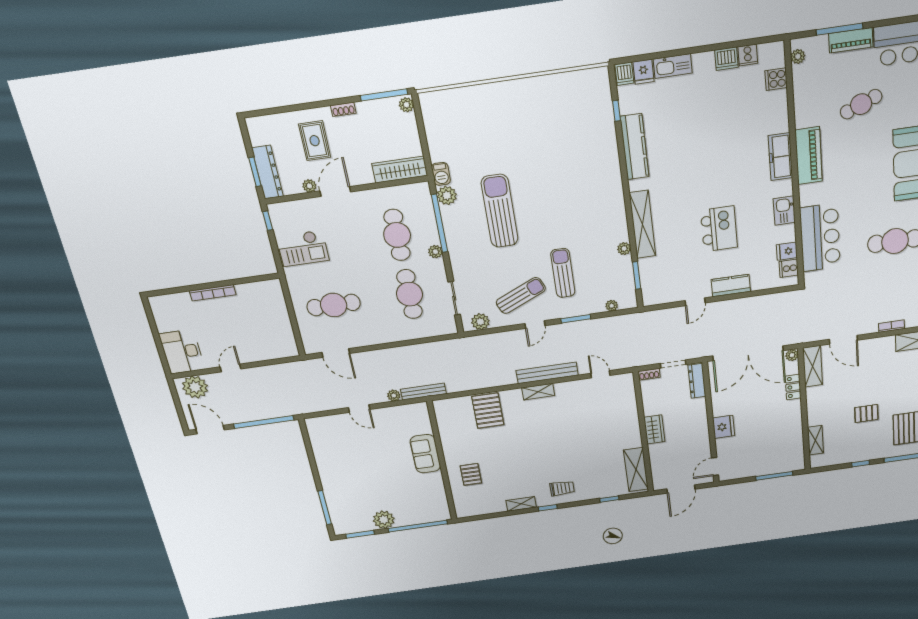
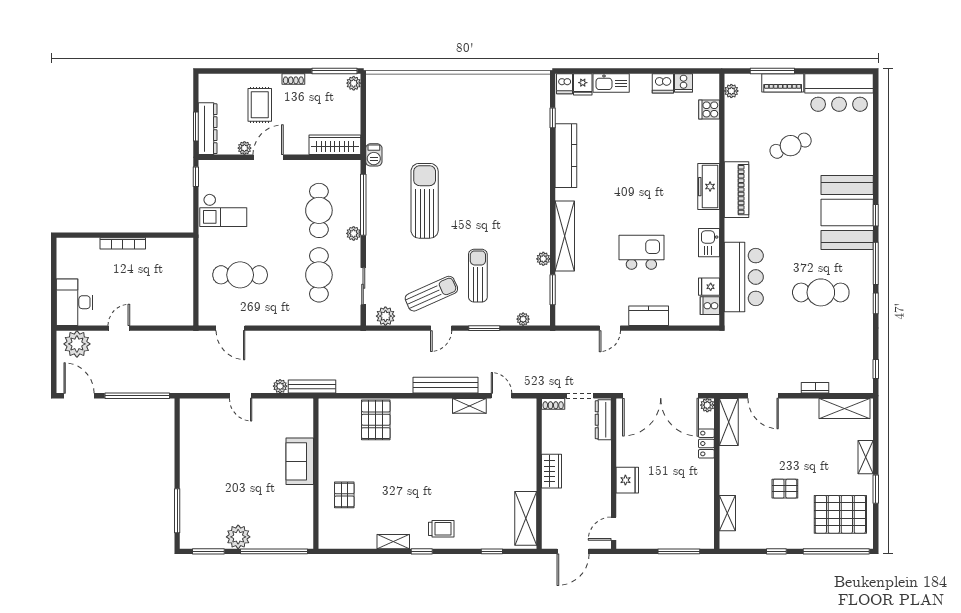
plant: (447, 195) -> (376, 177), removed
kitchen island: (719, 229) -> (641, 252), turned -90
shelving: (538, 392) -> (469, 406), moved

